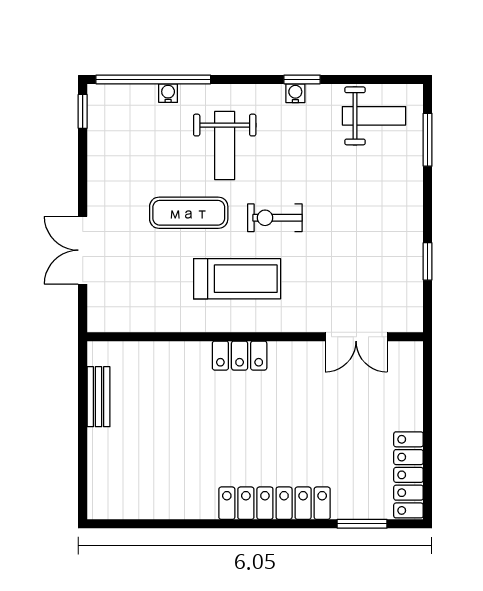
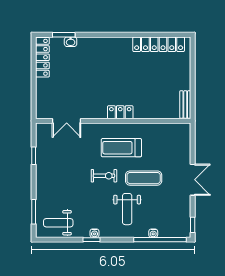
weight bench: (225, 146) -> (127, 209), turned 180
double door: (83, 250) -> (193, 180), moved
double door: (356, 337) -> (67, 121), swing flipped
bench: (98, 397) -> (185, 104), moved
locker: (274, 503) -> (159, 44), moved
washbasin: (347, 509) -> (71, 42), added

